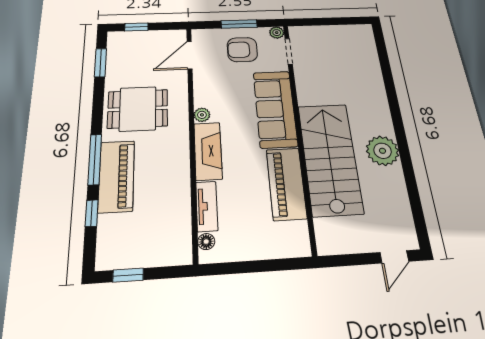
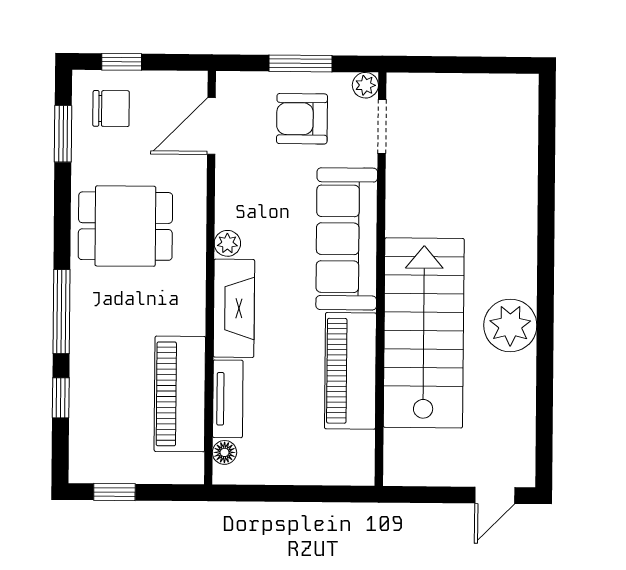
chair: (130, 49) -> (111, 109), added
piano: (116, 176) -> (180, 394), moved, turned 180

